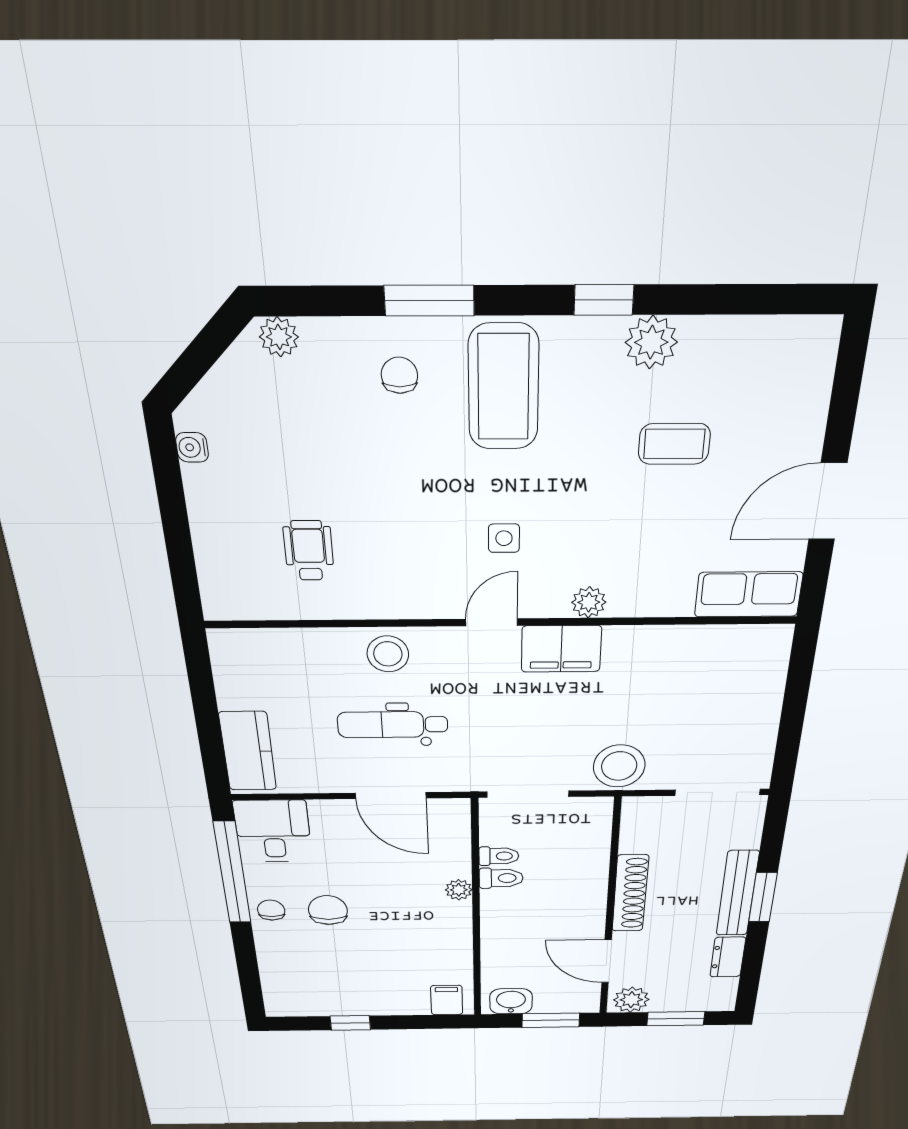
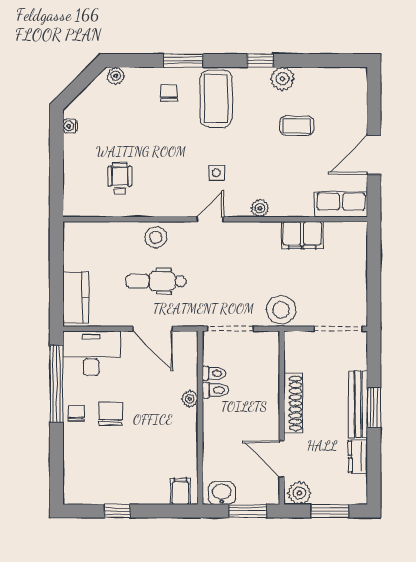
filing cabinet: (561, 649) -> (302, 235), moved
desk: (273, 831) -> (91, 353), width x1.37

